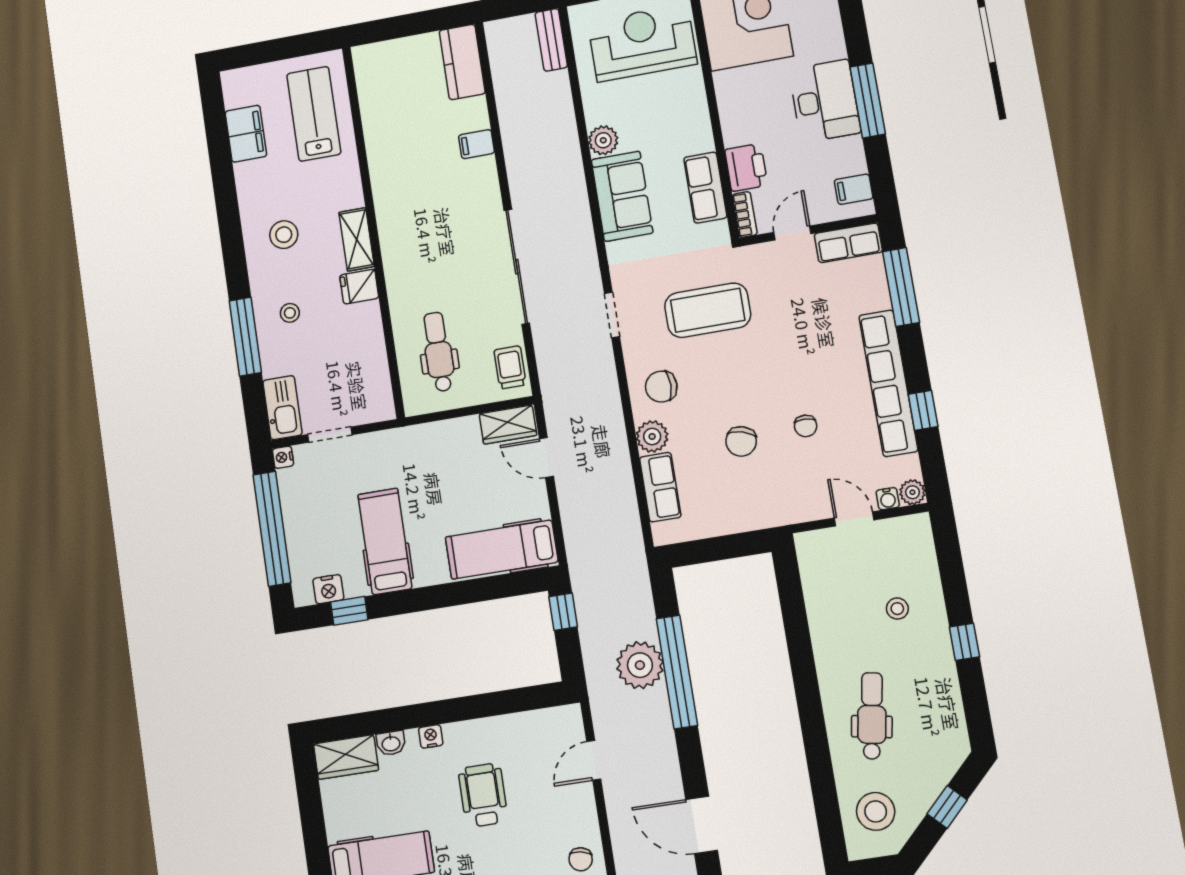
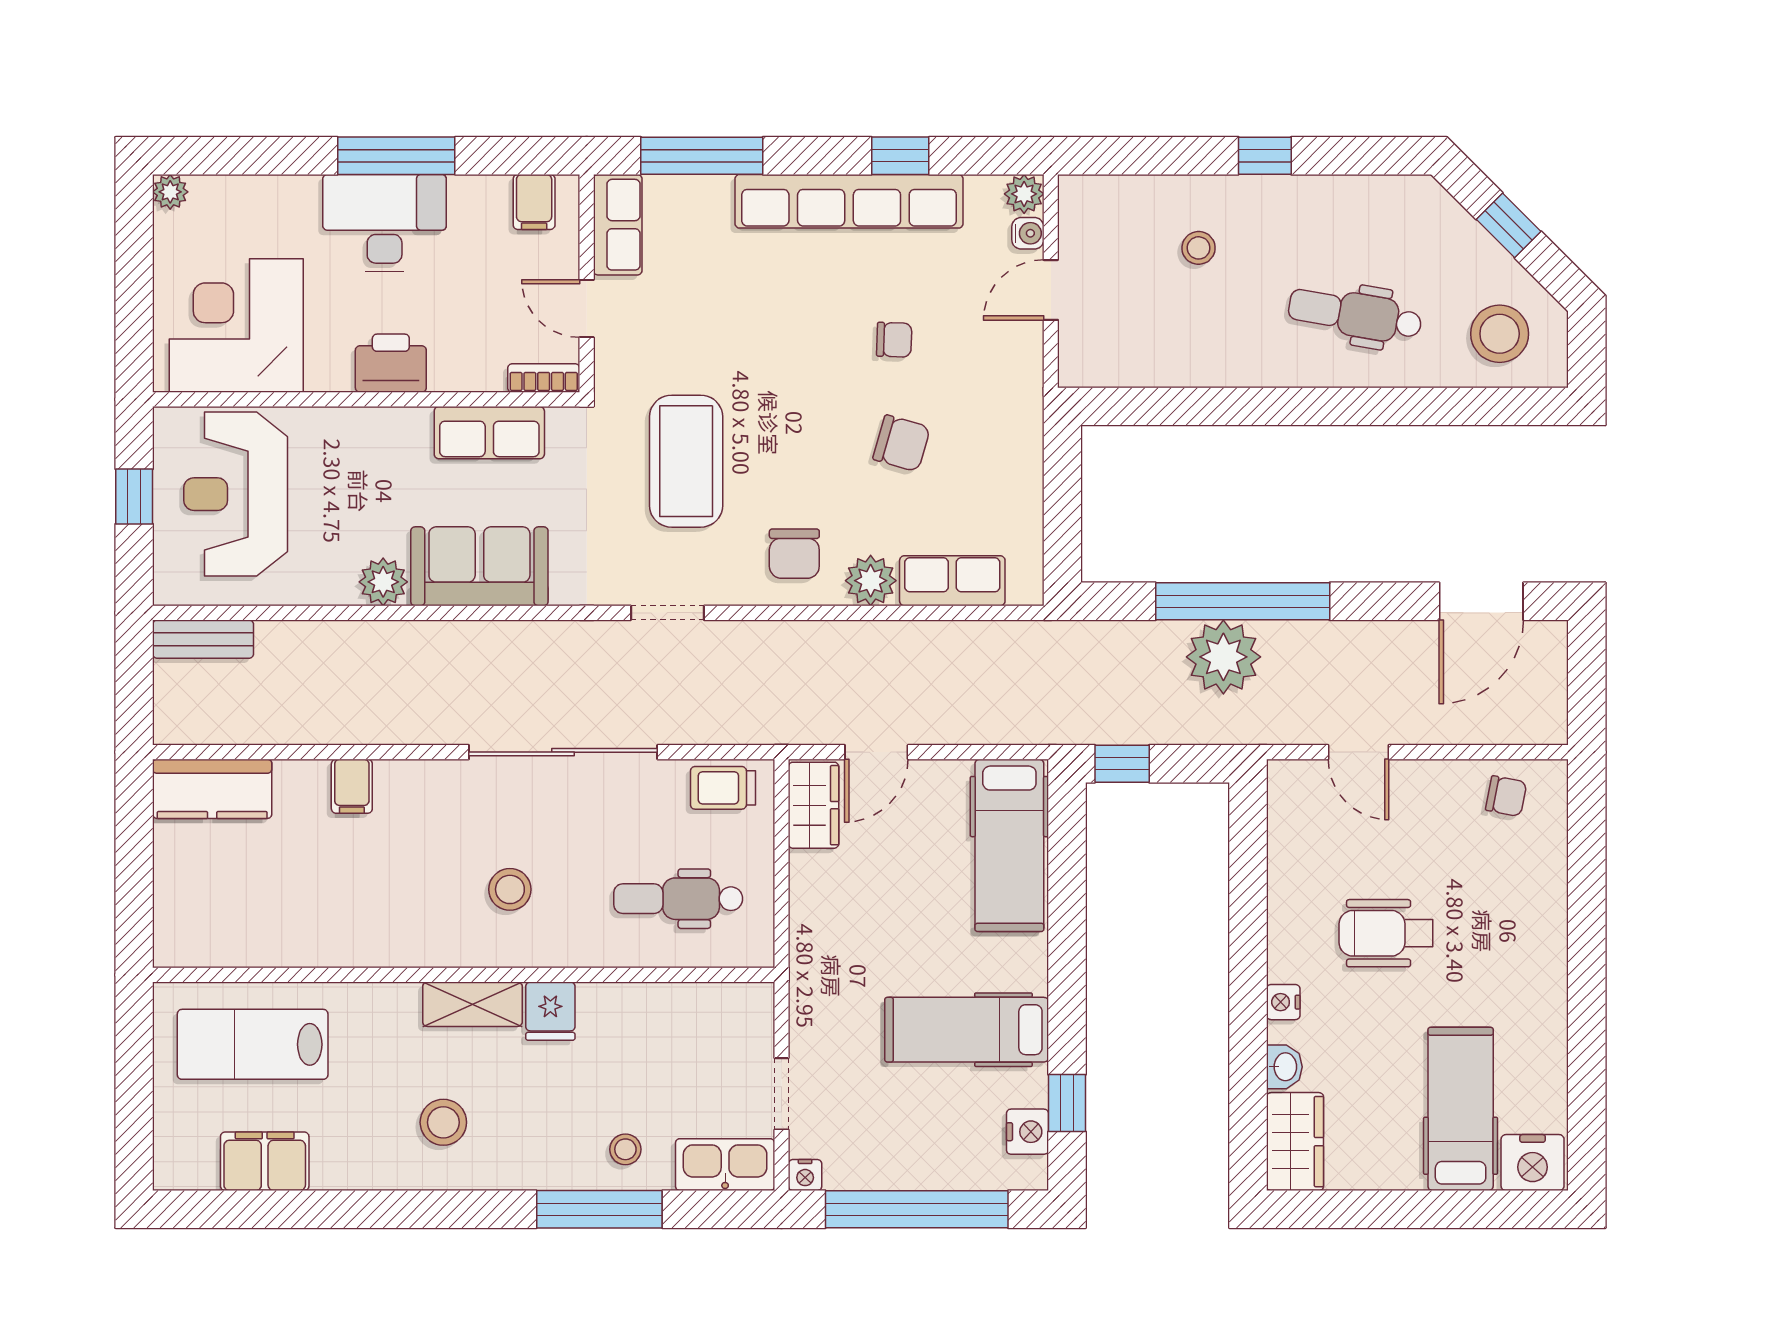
printer: (746, 167) -> (391, 363), moved
stool: (429, 249) -> (510, 889), added
stool: (290, 313) -> (625, 1149), moved

